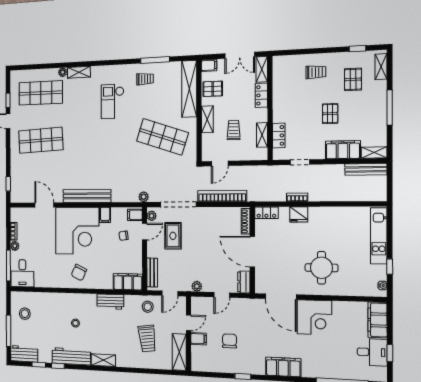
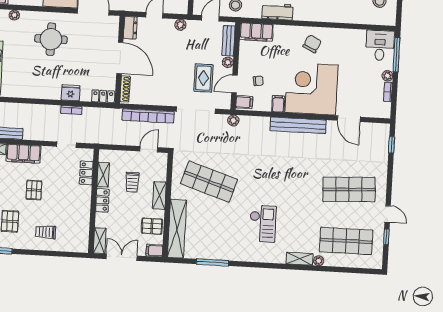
trolley: (145, 79) -> (225, 244), removed
locker: (261, 95) -> (102, 200), moved
plant: (152, 216) -> (228, 62), moved
plant: (361, 291) -> (14, 15), added

